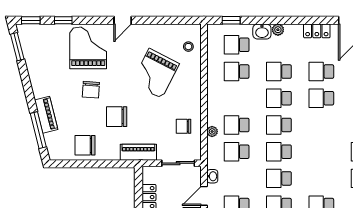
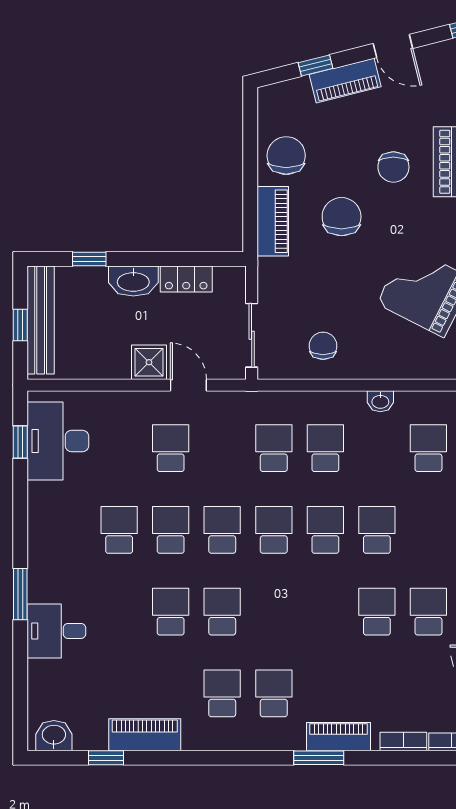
school desk: (279, 72) -> (222, 612), moved
door: (28, 90) -> (393, 46), added
chair: (91, 90) -> (393, 167), turned -94
window: (38, 130) -> (315, 65), width x0.46
plant: (212, 131) -> (313, 401), removed
piano: (138, 152) -> (273, 221), moved
washbasin: (212, 176) -> (380, 401), moved

